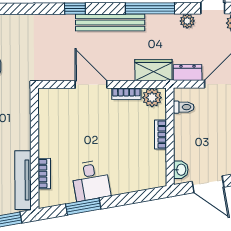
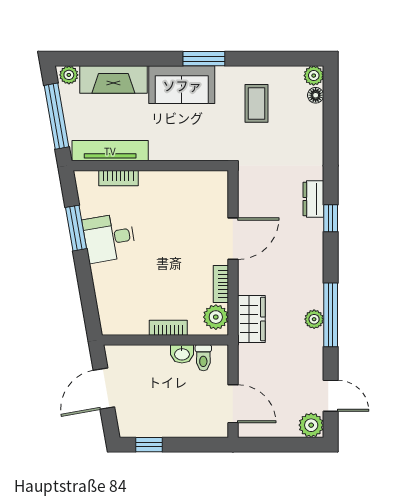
plant: (187, 21) -> (314, 319), moved
bench: (110, 22) -> (313, 263), removed
dresser: (188, 72) -> (313, 199), moved, turned 180
washbasin: (181, 170) -> (182, 354), moved

